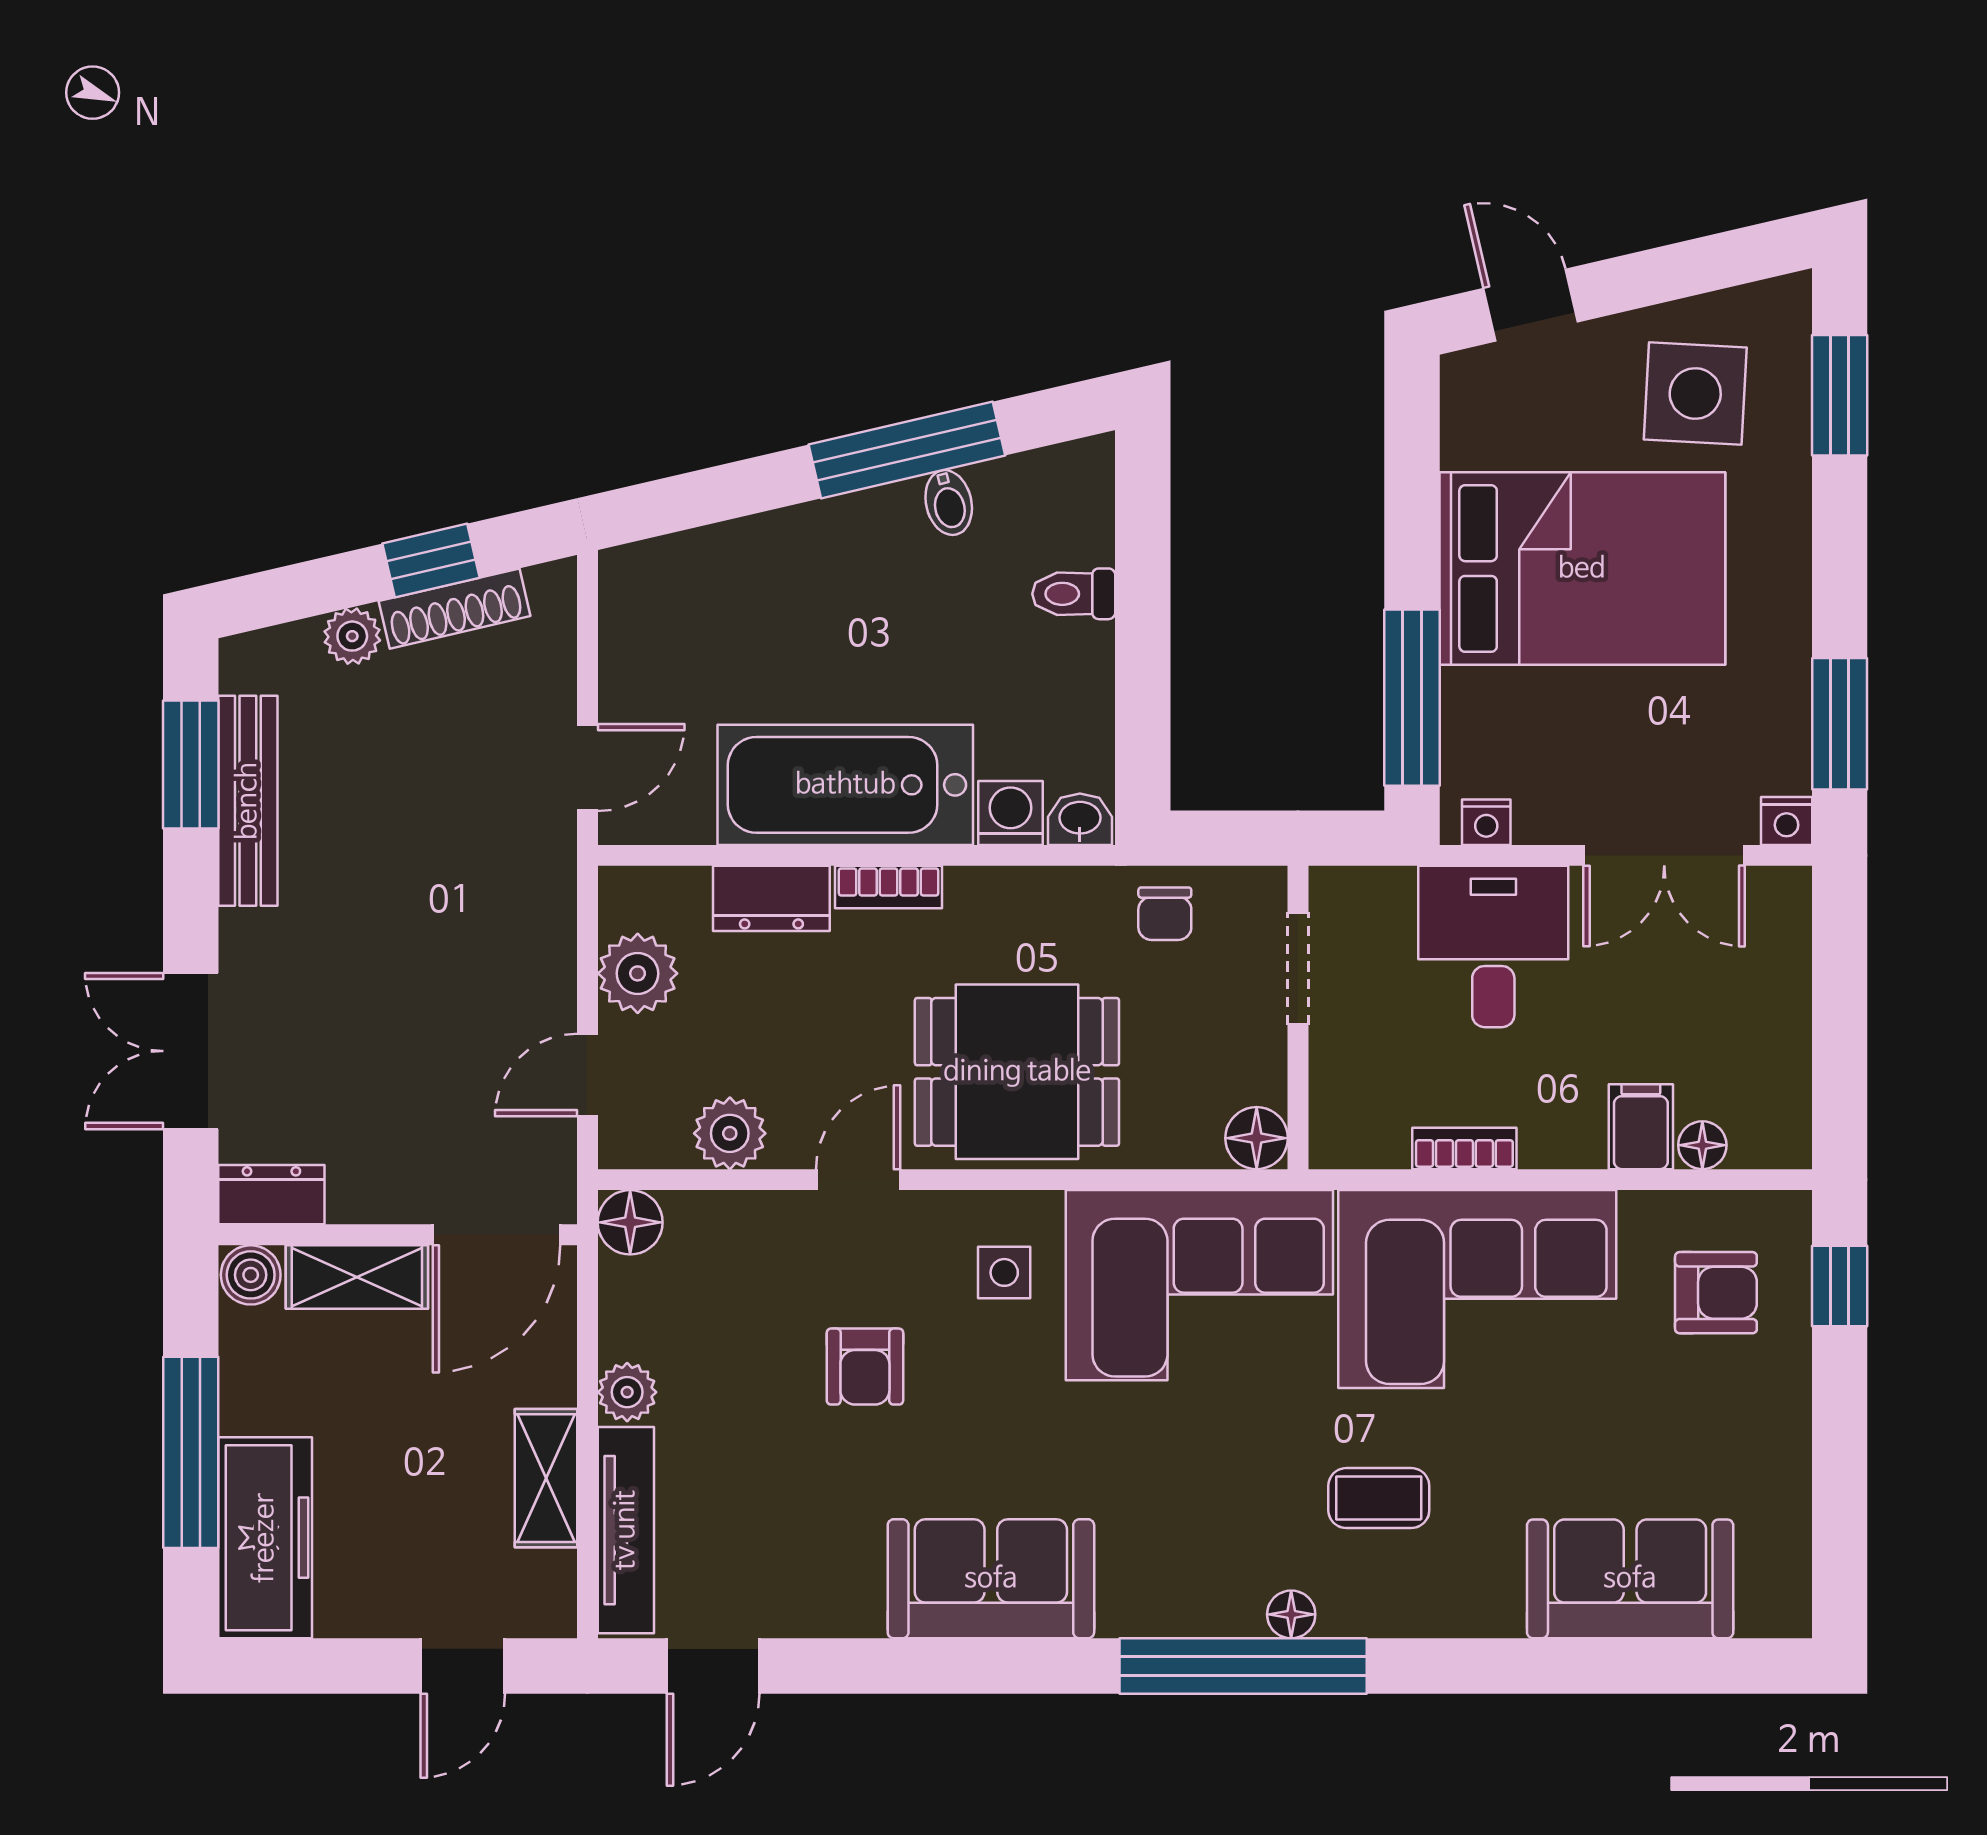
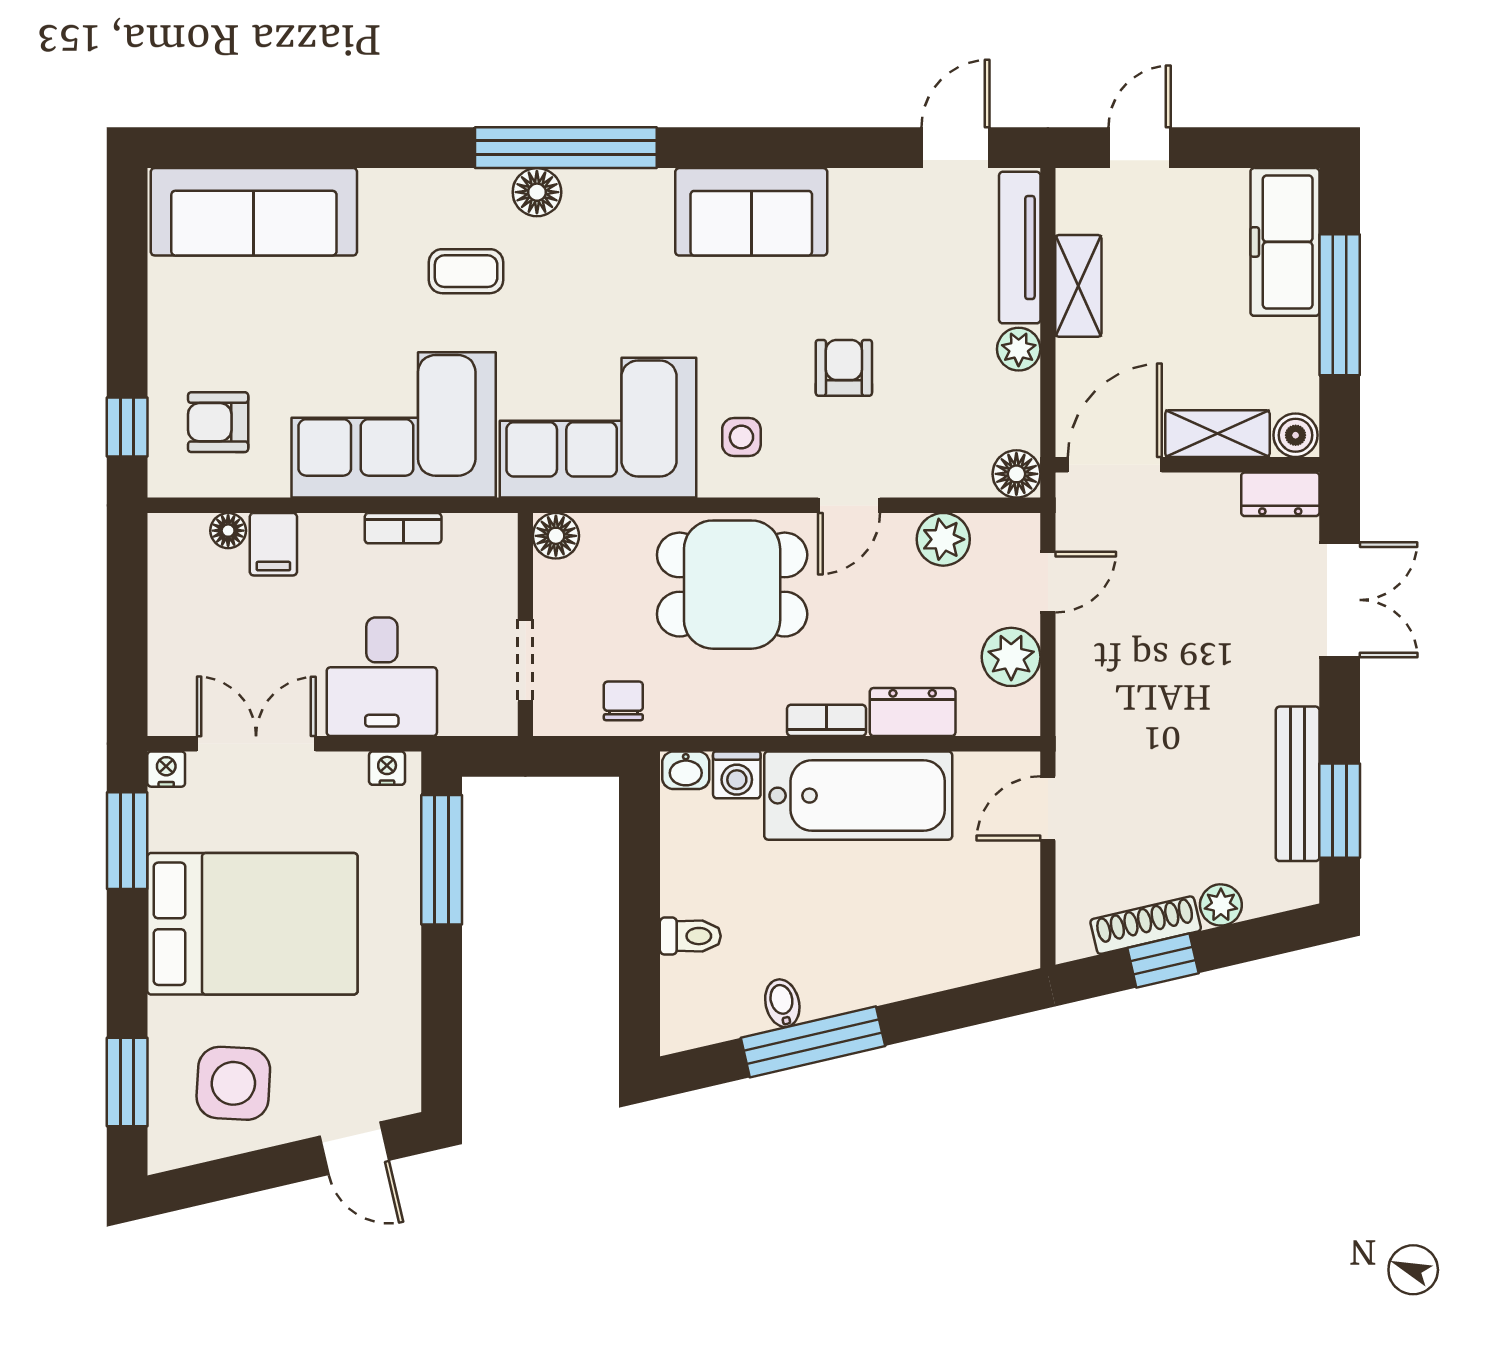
bed: (1582, 569) -> (252, 924), moved, turned 180
sofa: (1630, 1579) -> (254, 212), width x1.36
floor lamp: (1291, 1614) -> (537, 192), width x1.37, depth x1.37

